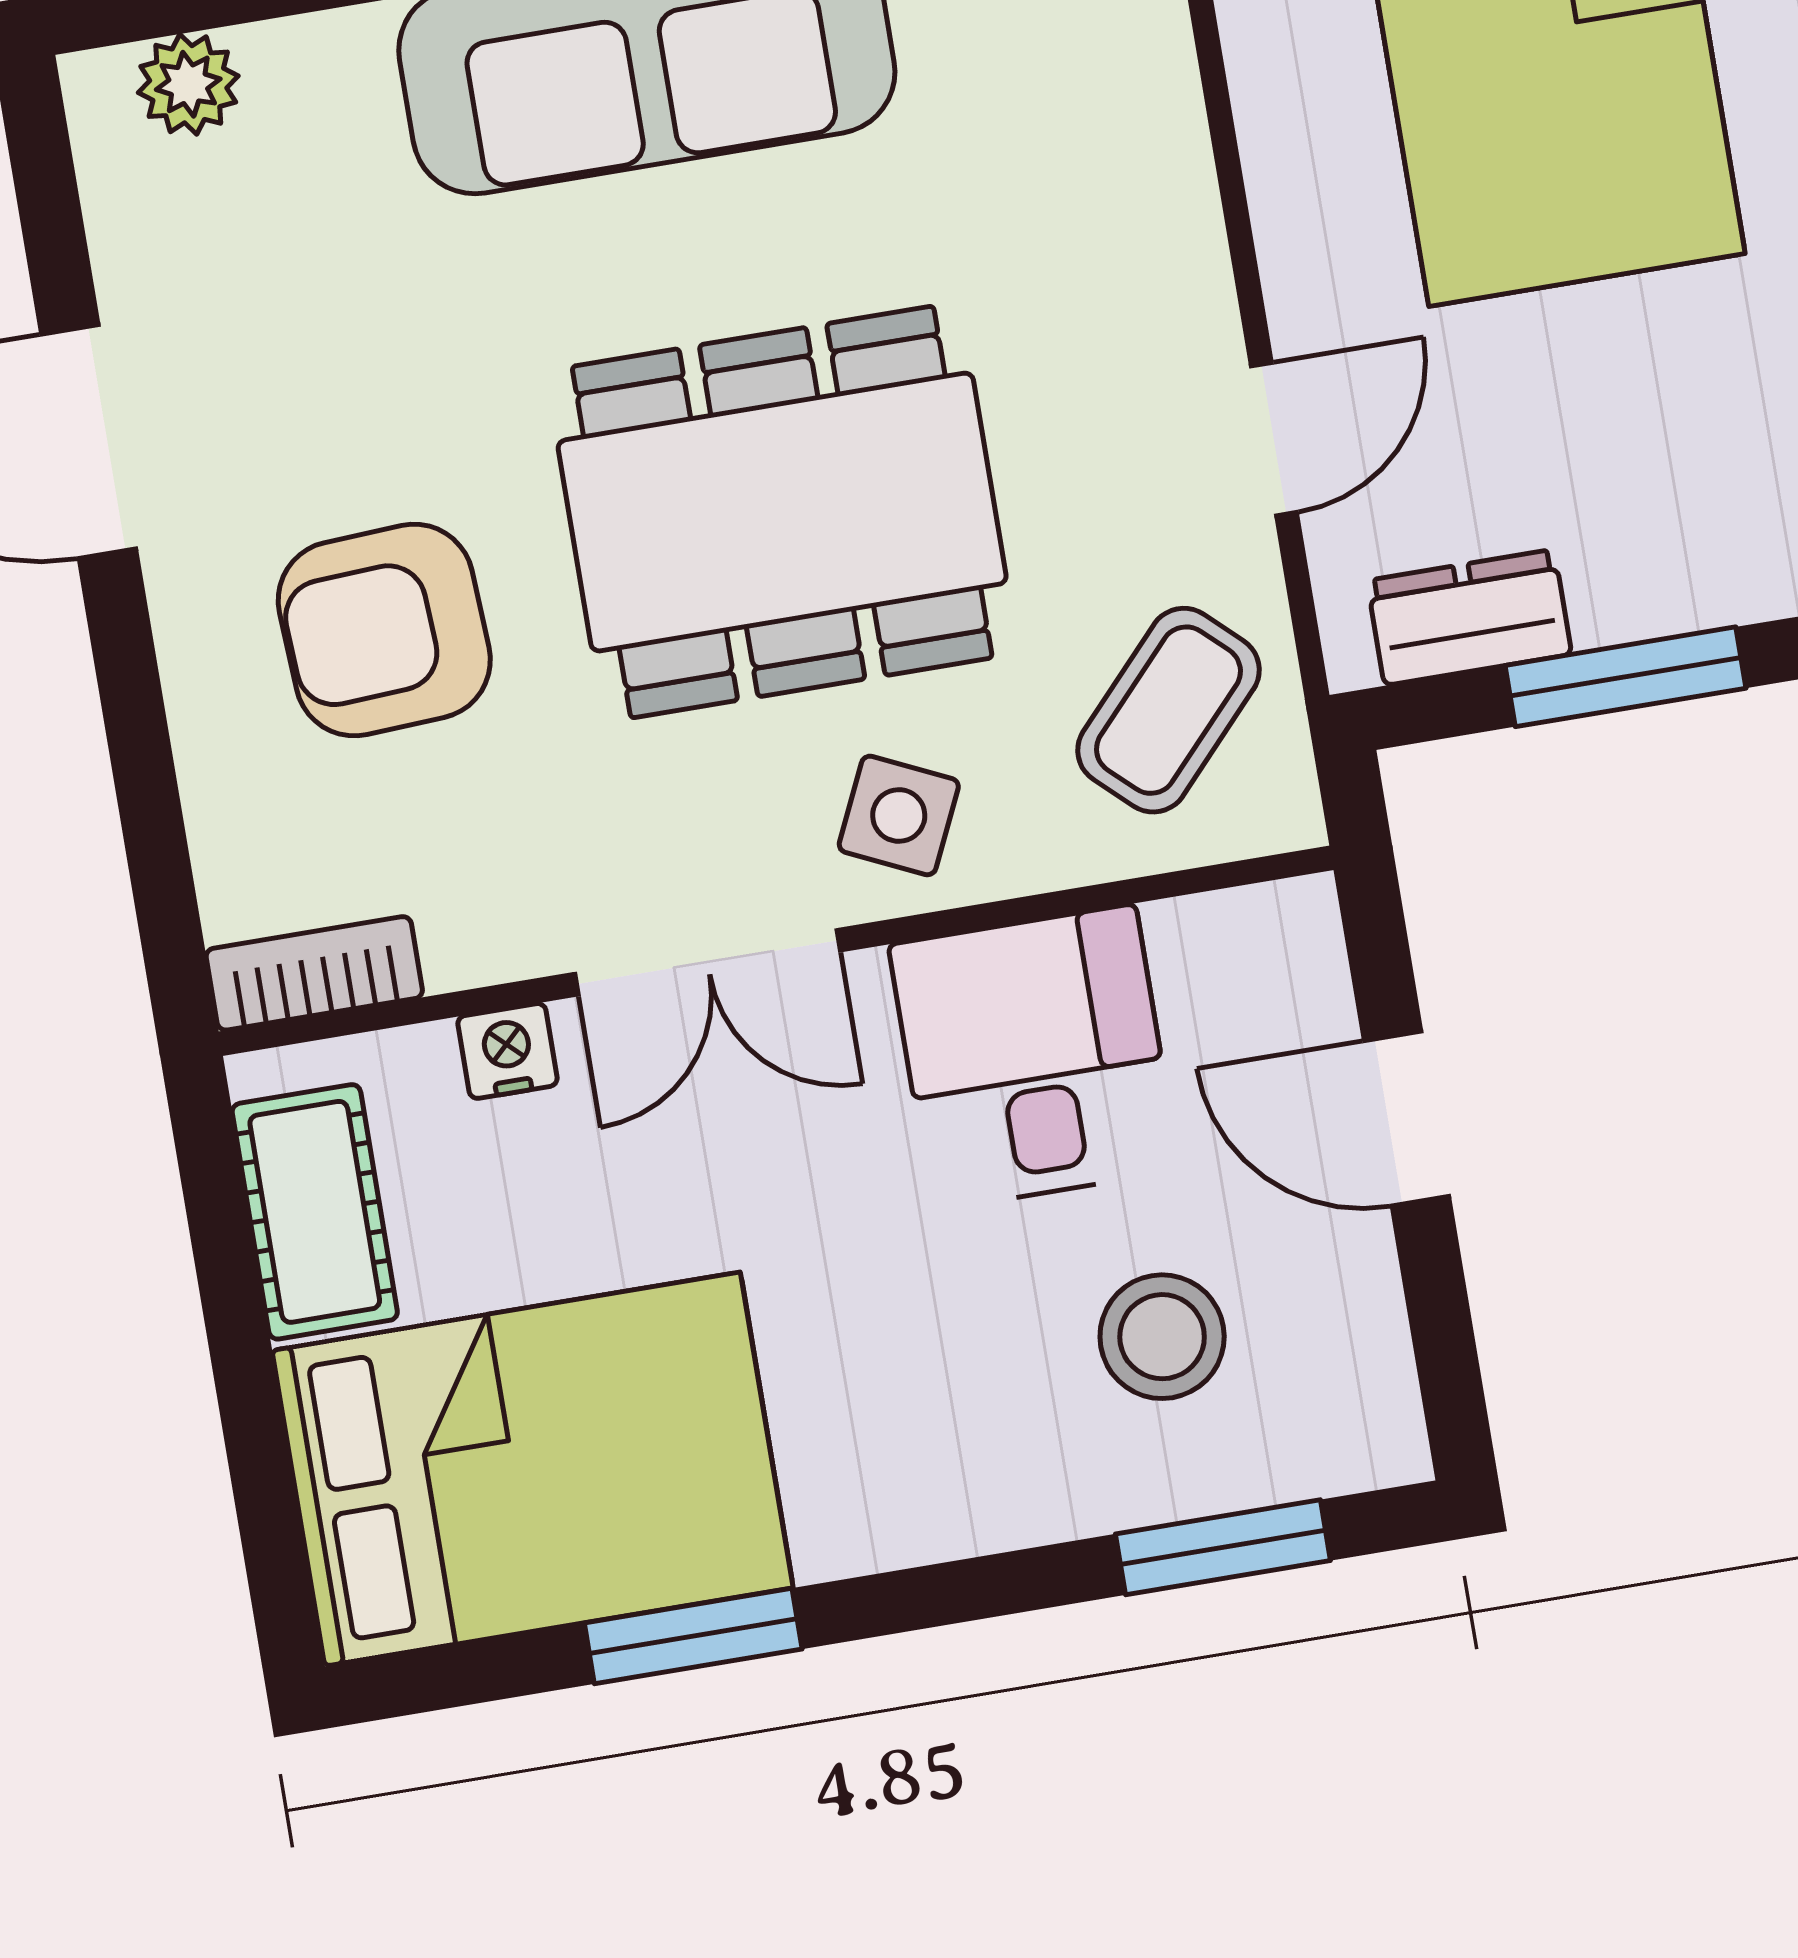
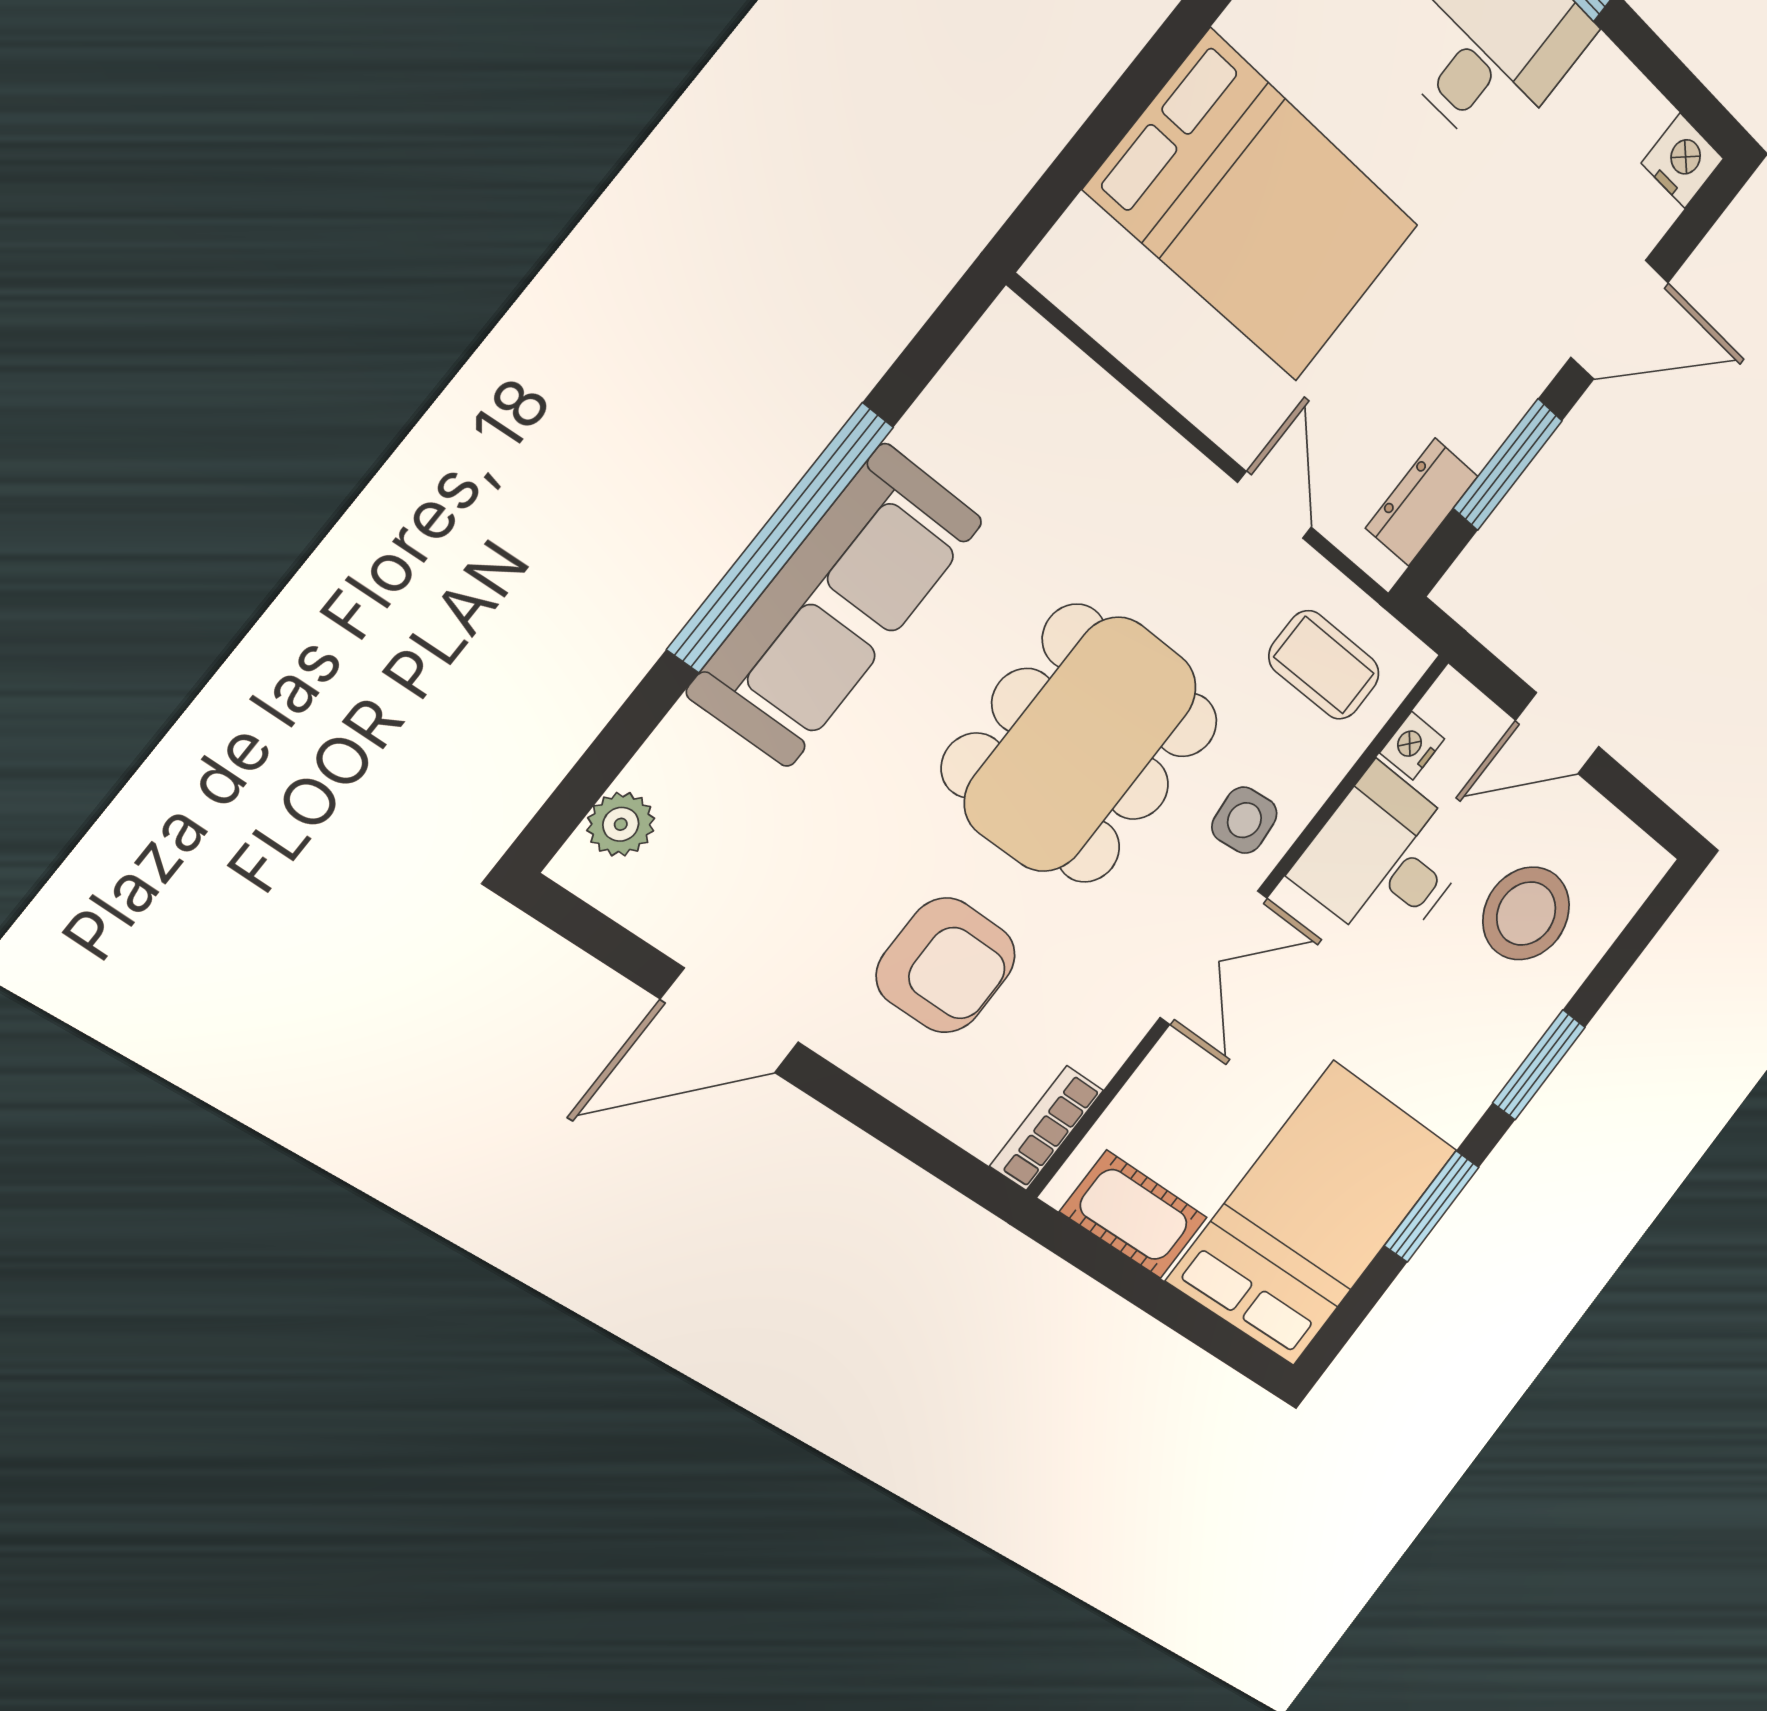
armchair: (384, 630) -> (946, 966), turned -87
coffee table: (1168, 710) -> (1324, 665), turned -43
side table: (899, 815) -> (1244, 820), turned -31
nightstand: (507, 1051) -> (1412, 746), moved
stool: (1162, 1337) -> (1526, 914), width x1.38, depth x1.38
window: (1223, 1547) -> (1539, 1065), moved

